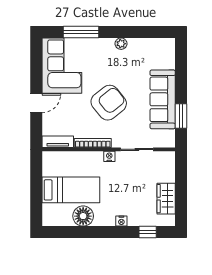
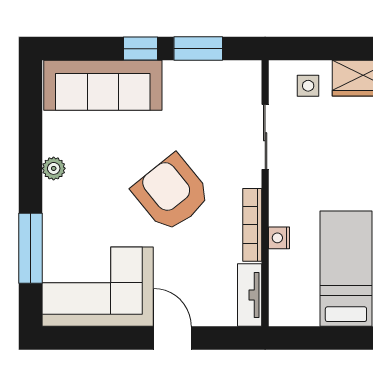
window: (181, 87) -> (141, 49), added
sofa: (163, 99) -> (103, 85), moved
nightstand: (109, 156) -> (279, 238), moved
side table: (162, 171) -> (308, 86), added

